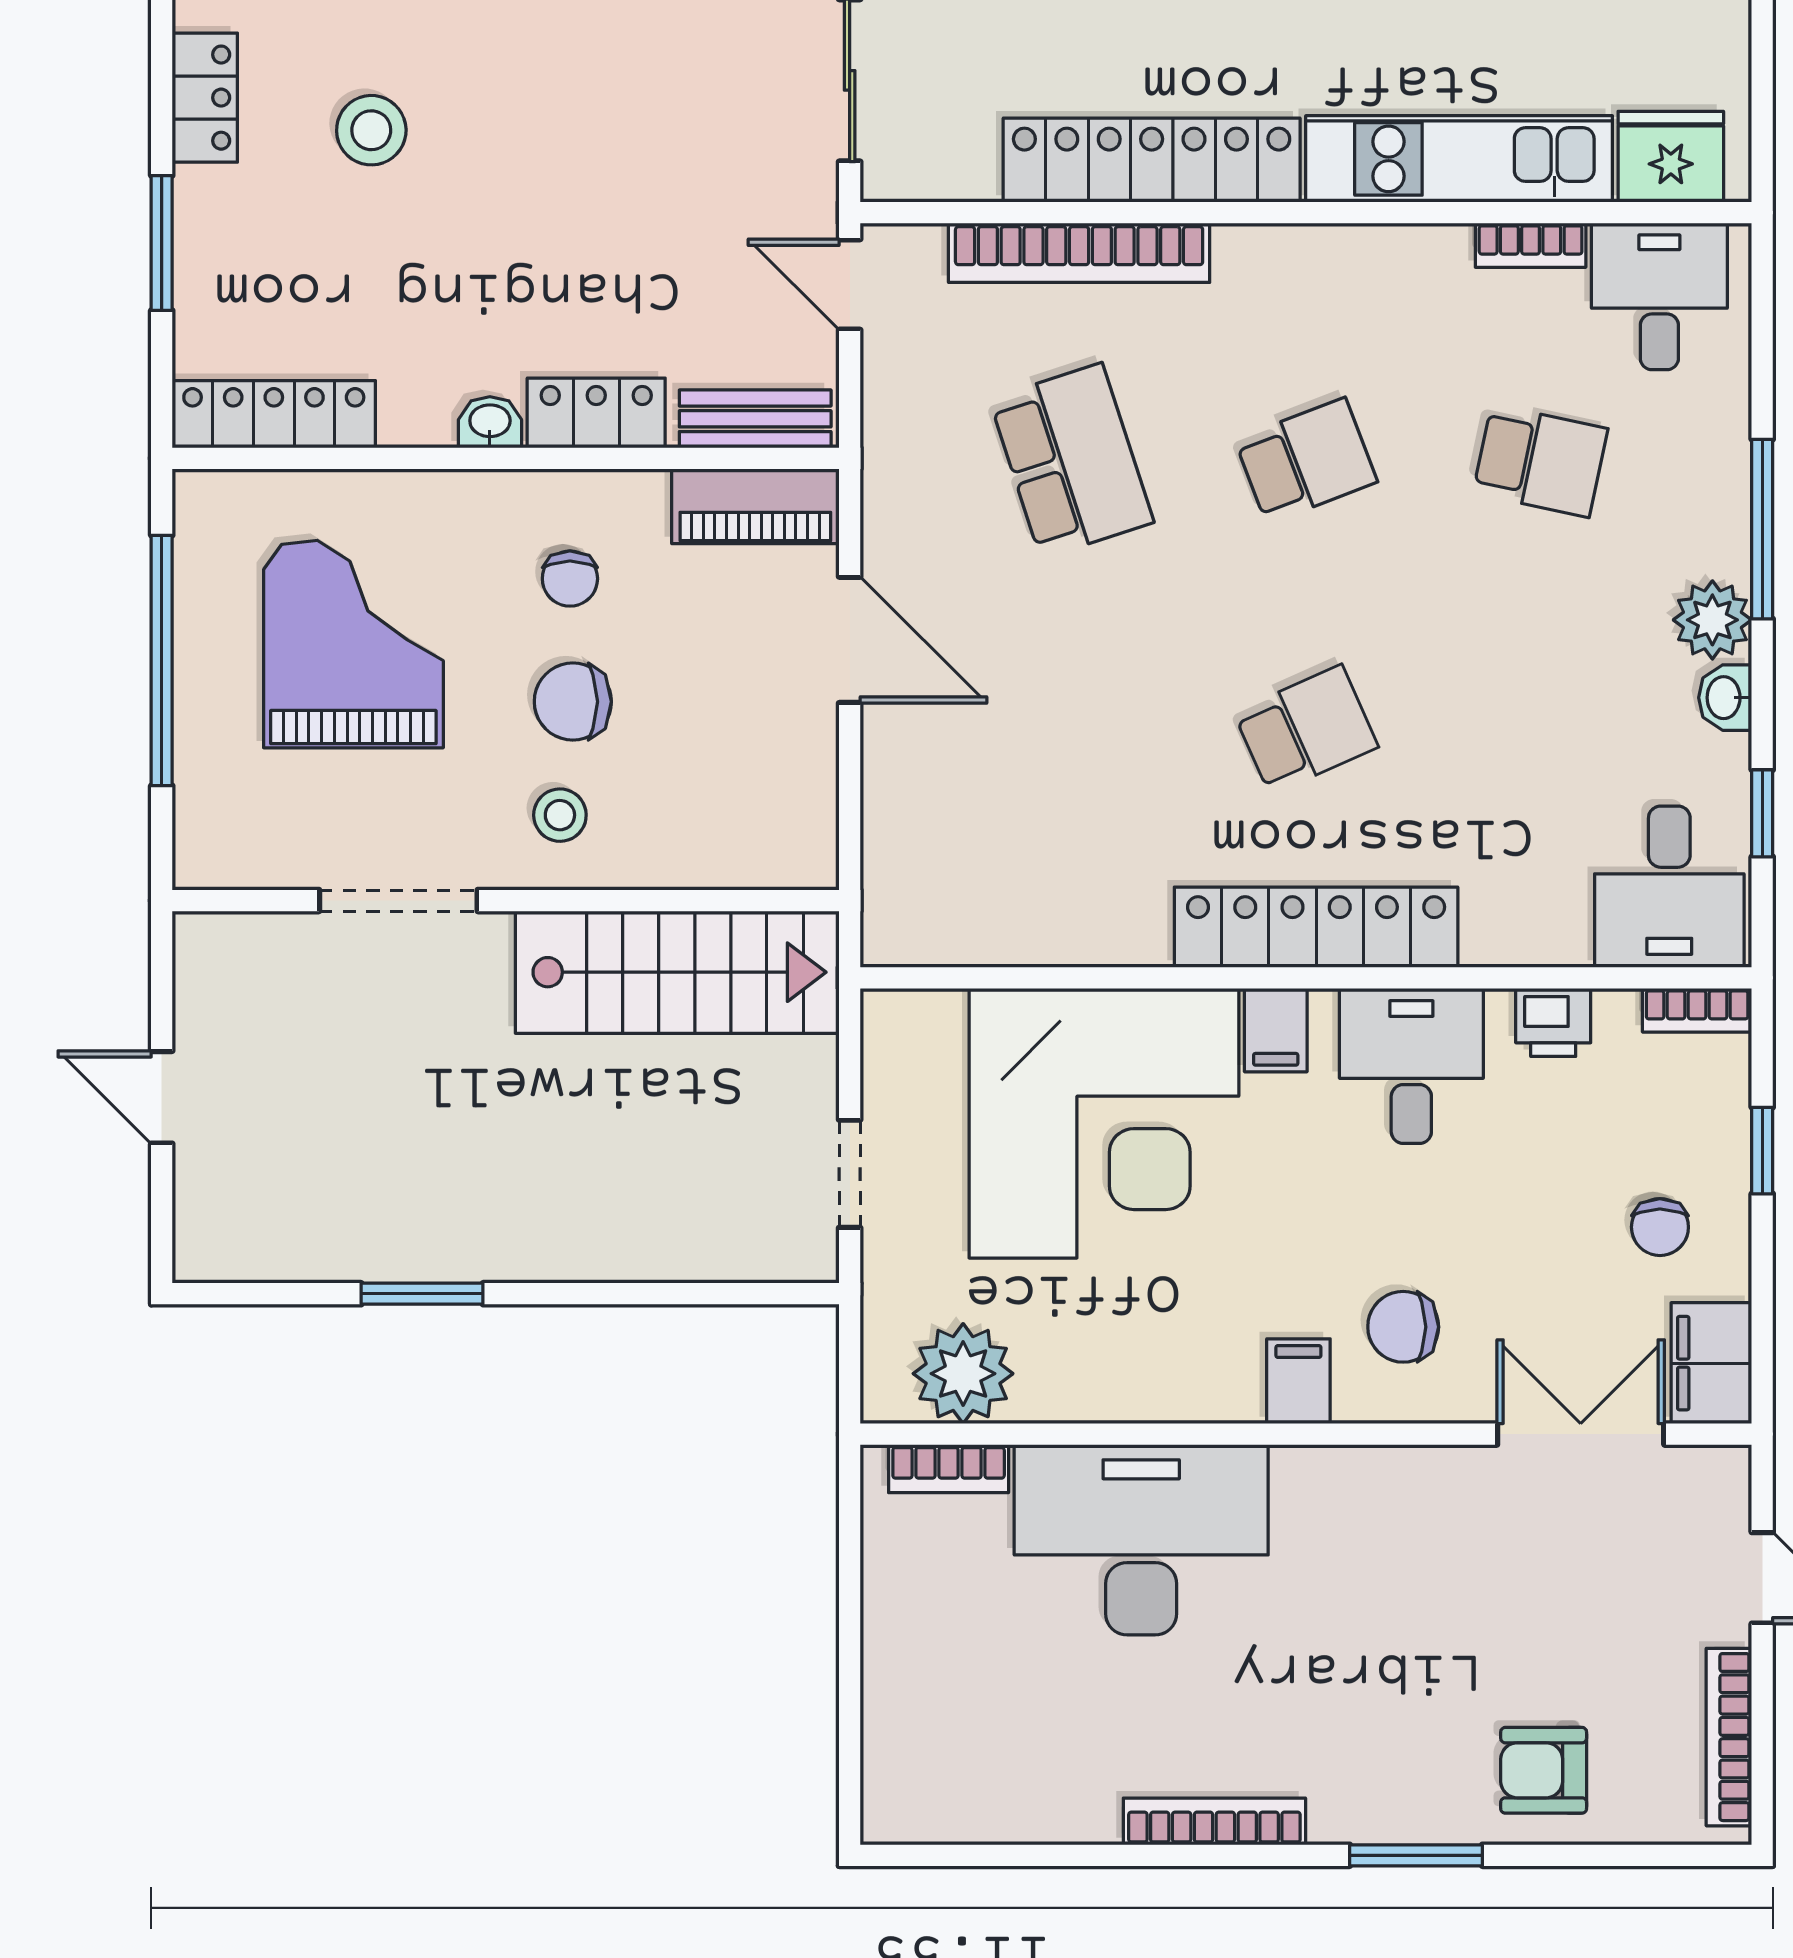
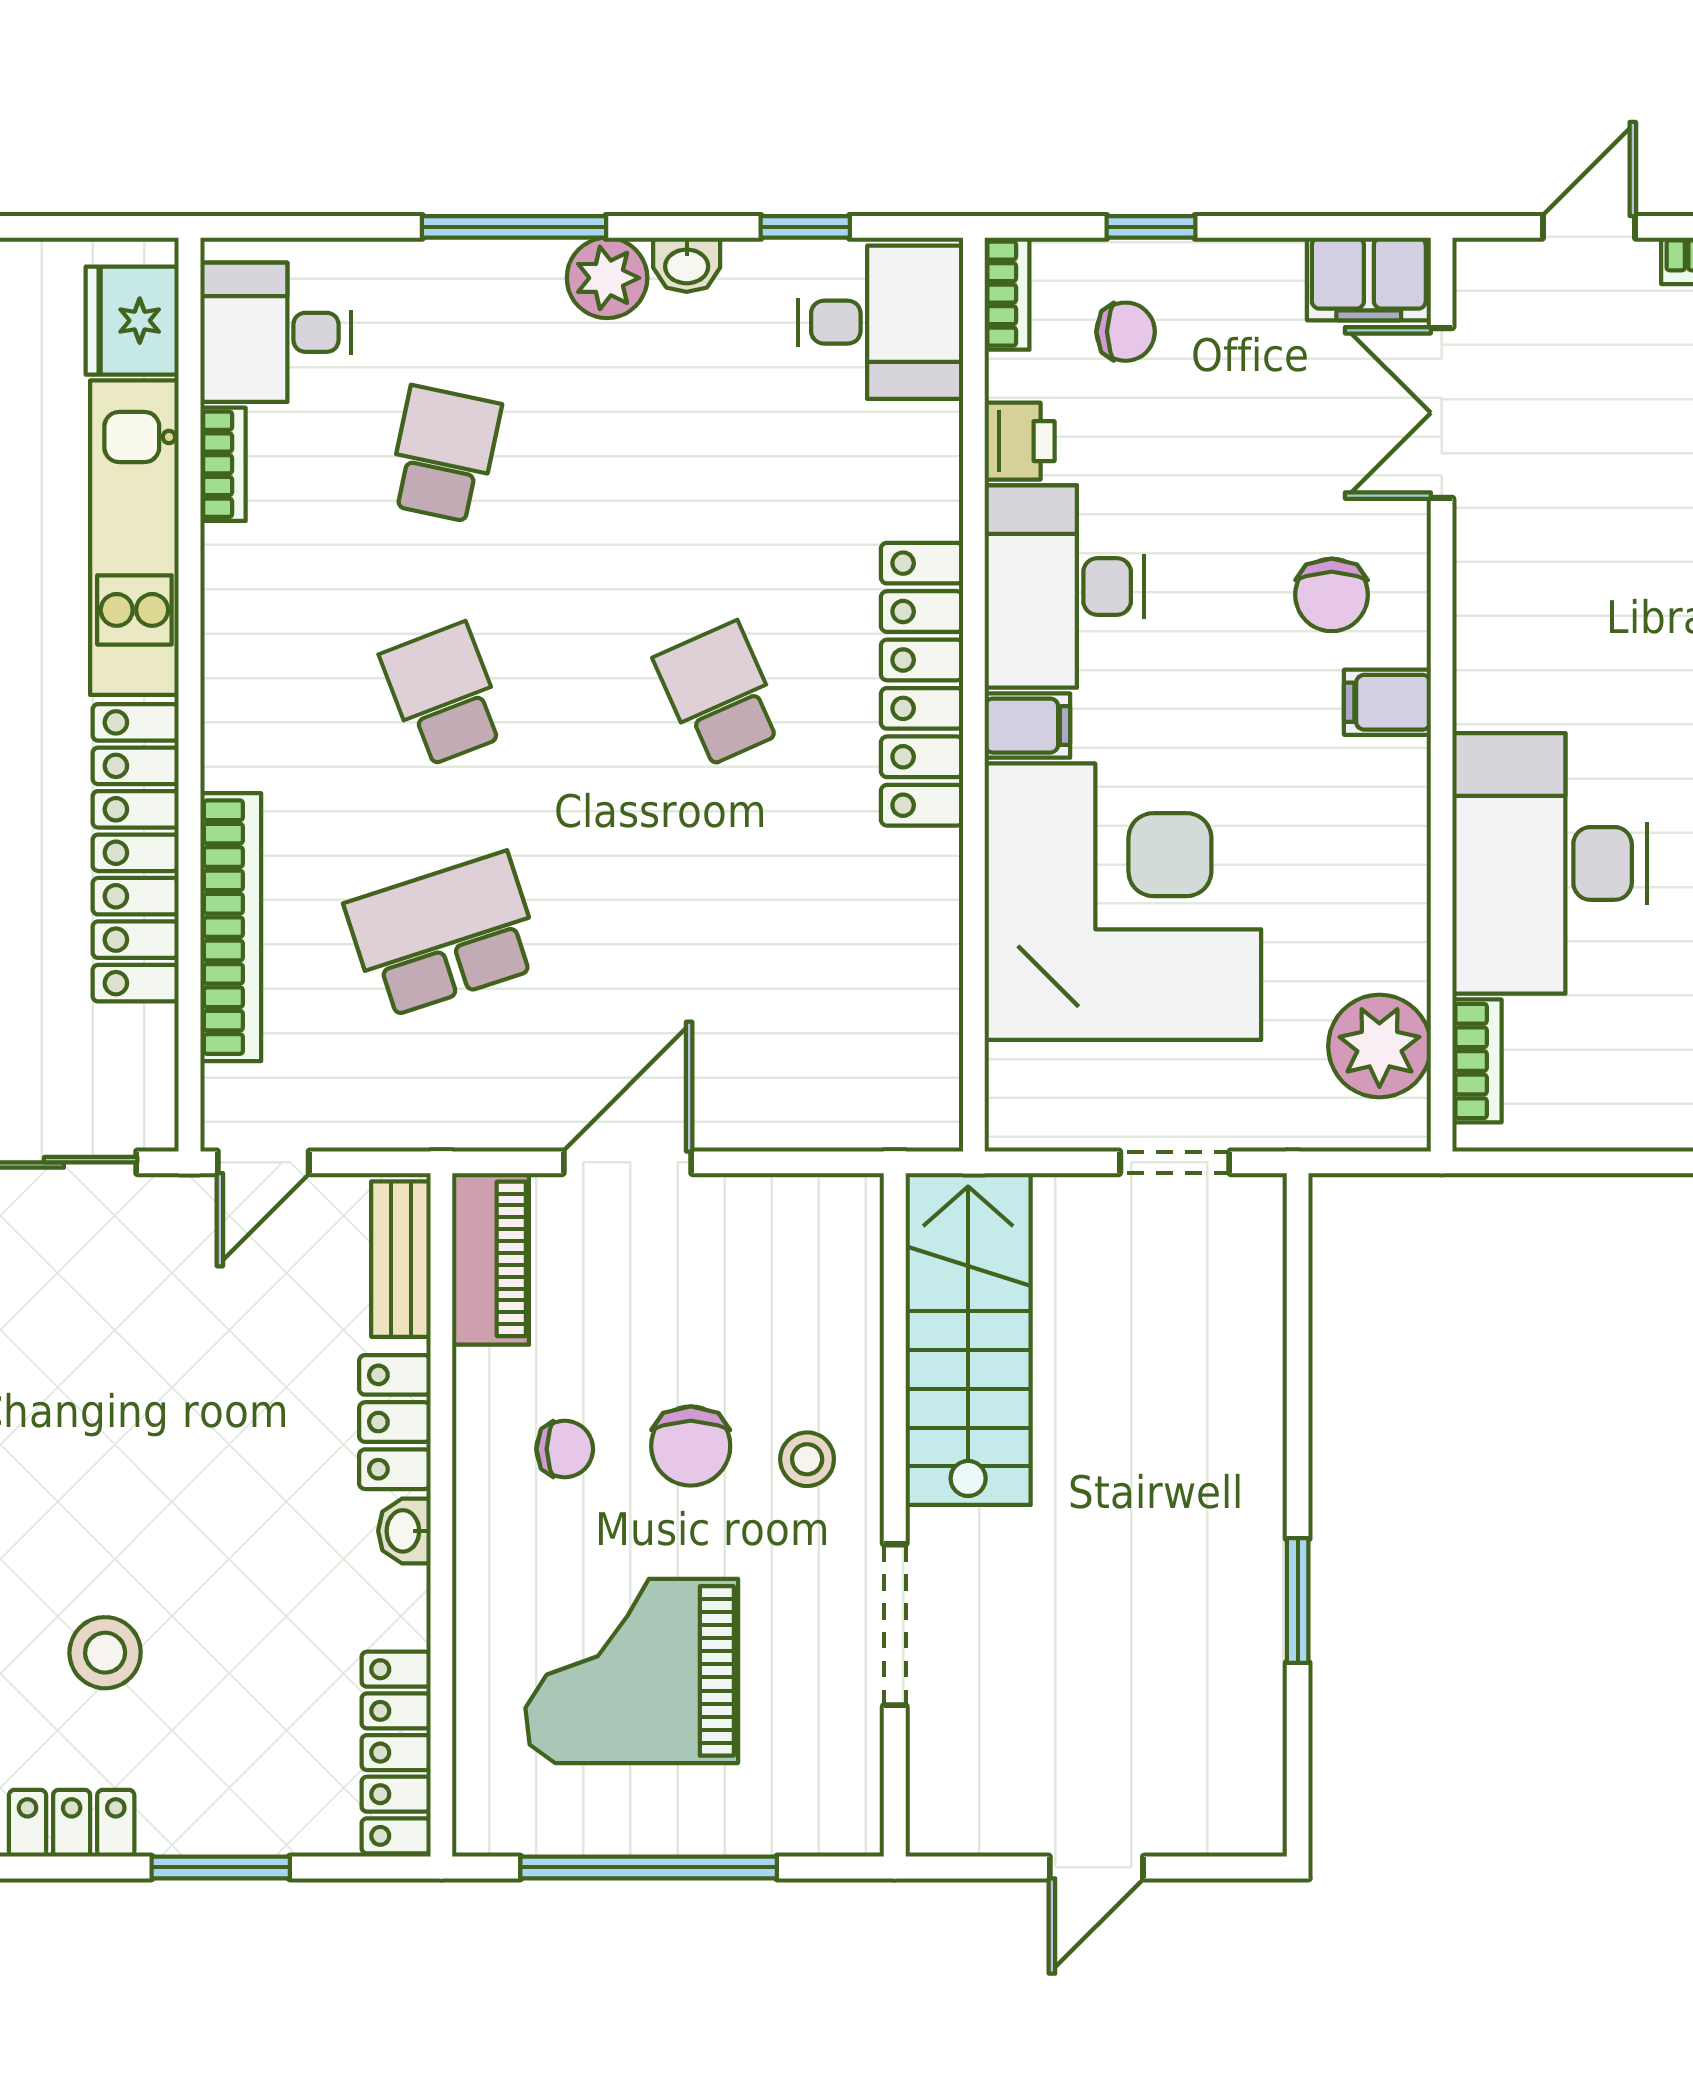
desk: (1411, 1066) -> (1064, 587), width x1.37
chair: (1660, 1227) -> (1126, 332), moved

